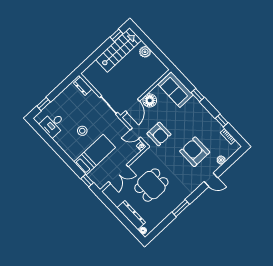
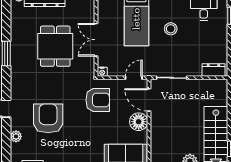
door: (135, 133) -> (134, 78), moved
armchair: (159, 134) -> (98, 100), turned 180
armchair: (195, 152) -> (48, 118), turned -90
double door: (118, 174) -> (96, 40), moved

